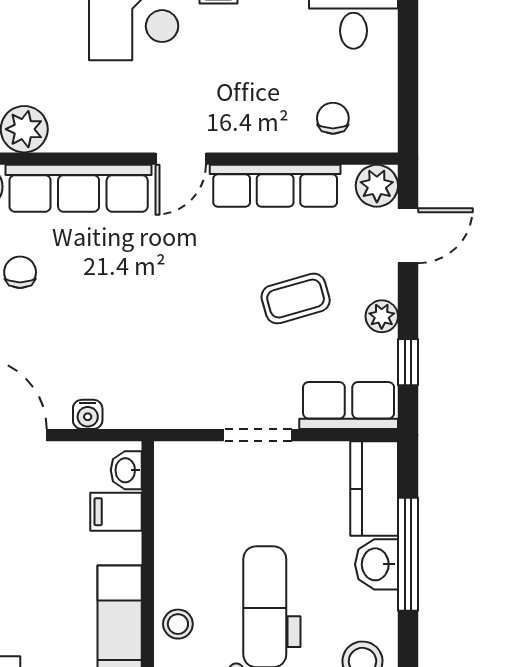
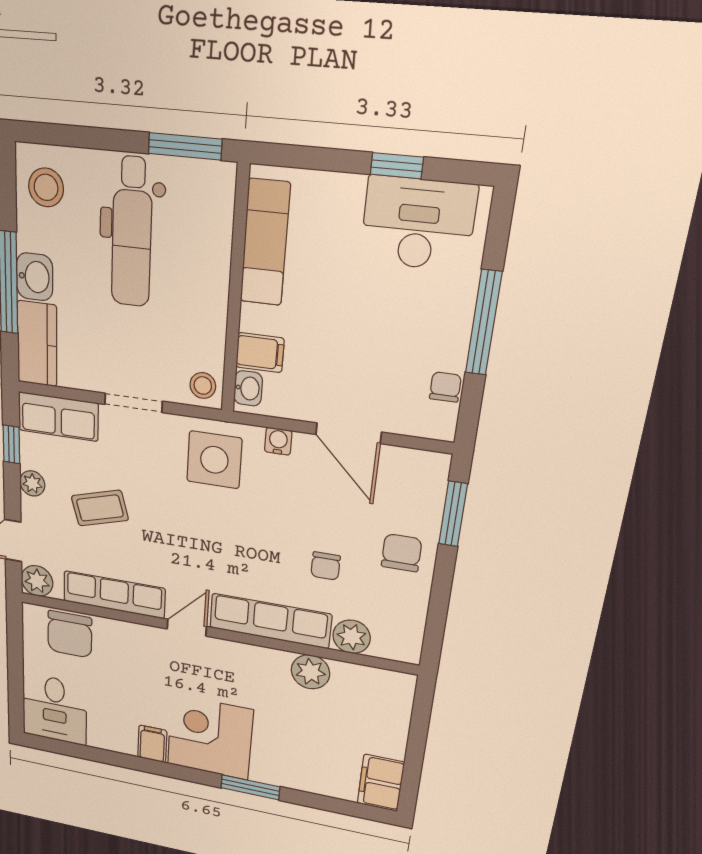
chair: (333, 118) -> (70, 634), width x1.87, depth x1.87
side table: (159, 381) -> (214, 460), added
stool: (178, 624) -> (203, 386), moved

